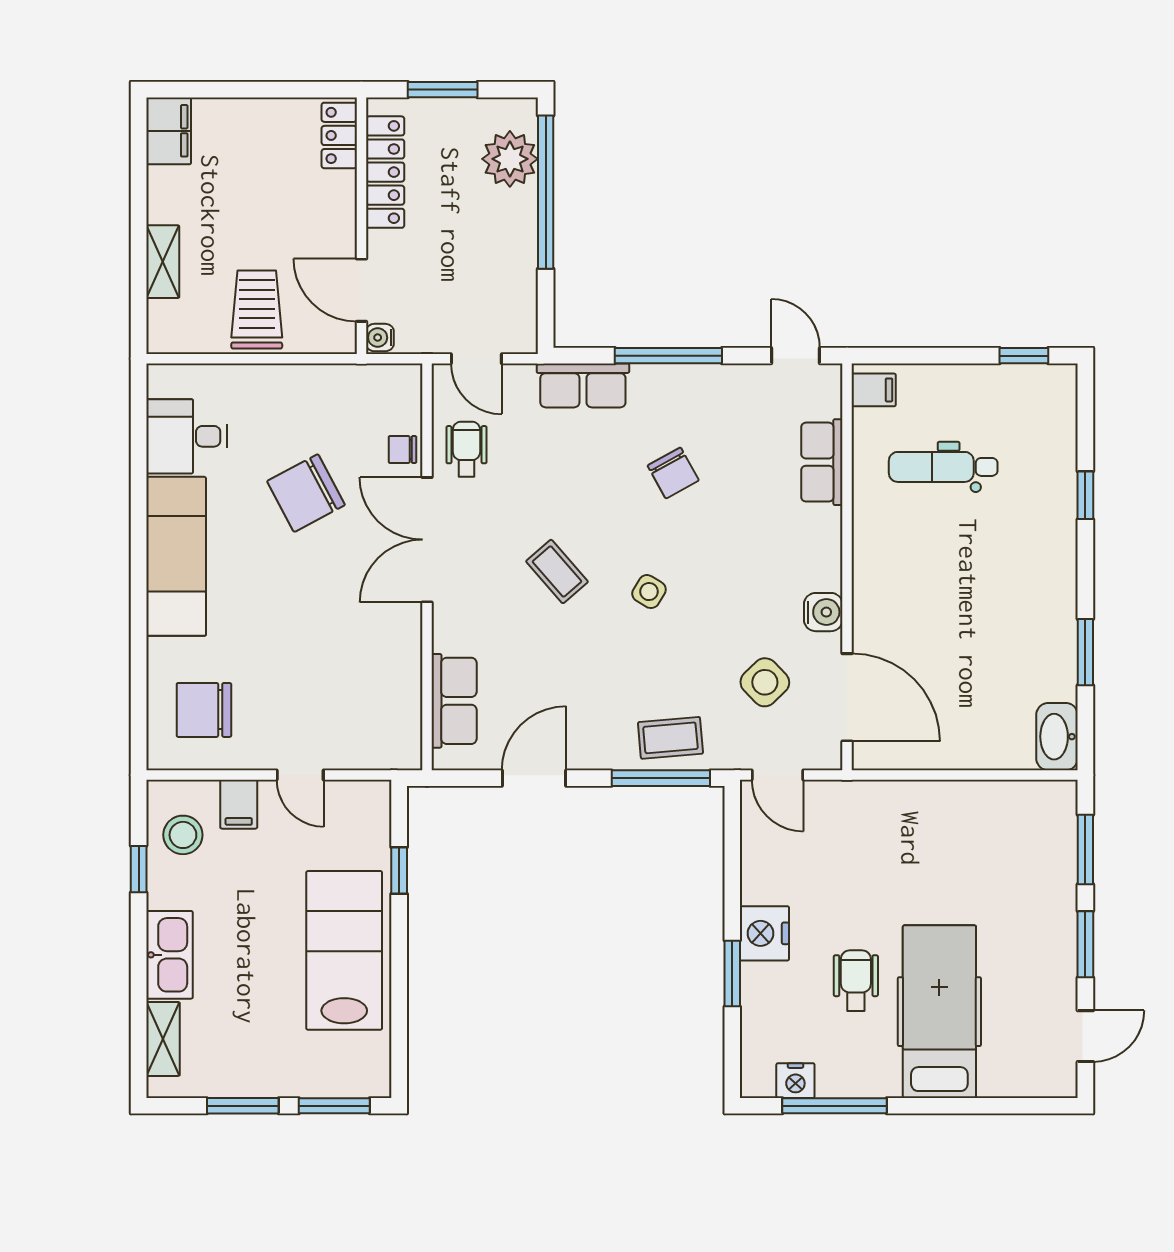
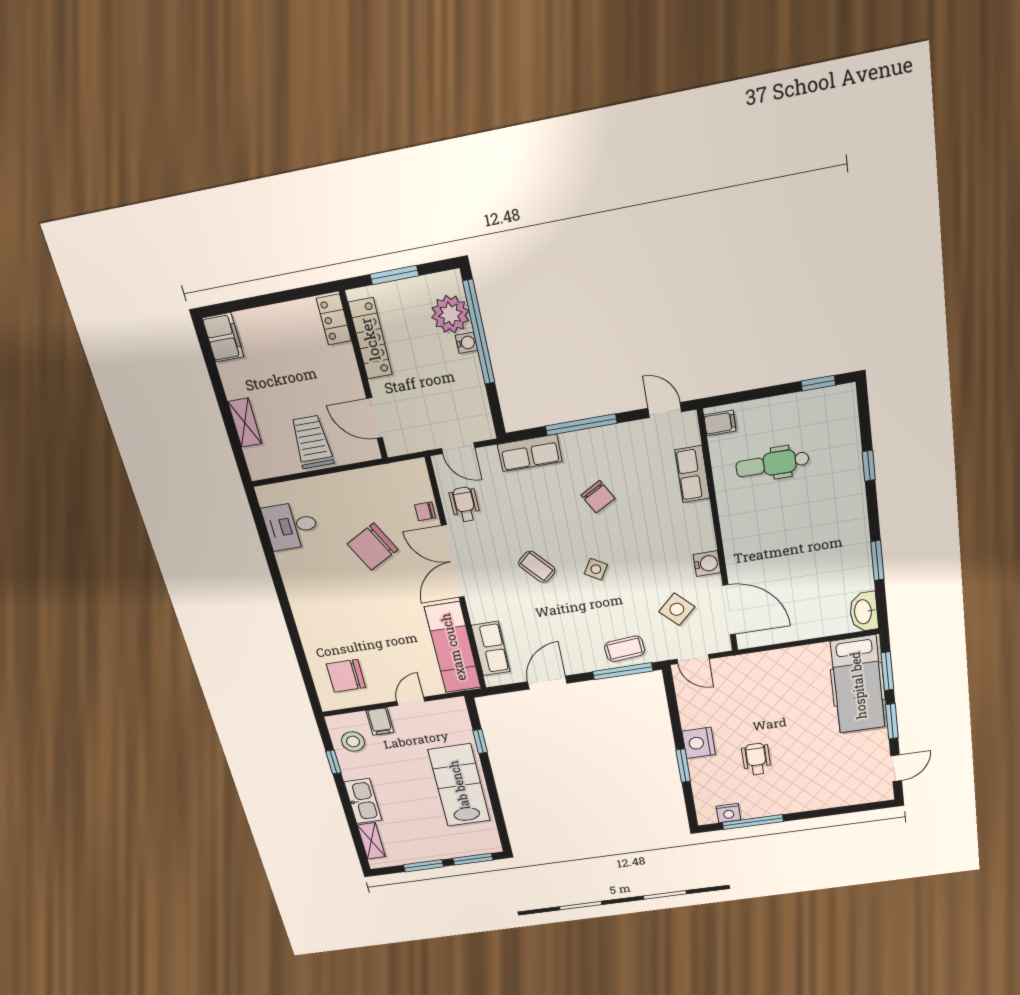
water cooler: (380, 338) -> (466, 343), moved, turned 180
exam couch: (176, 556) -> (453, 647), moved, turned 180
door: (300, 775) -> (411, 701), swing flipped
hospital bed: (939, 1012) -> (858, 685), moved, turned 180

